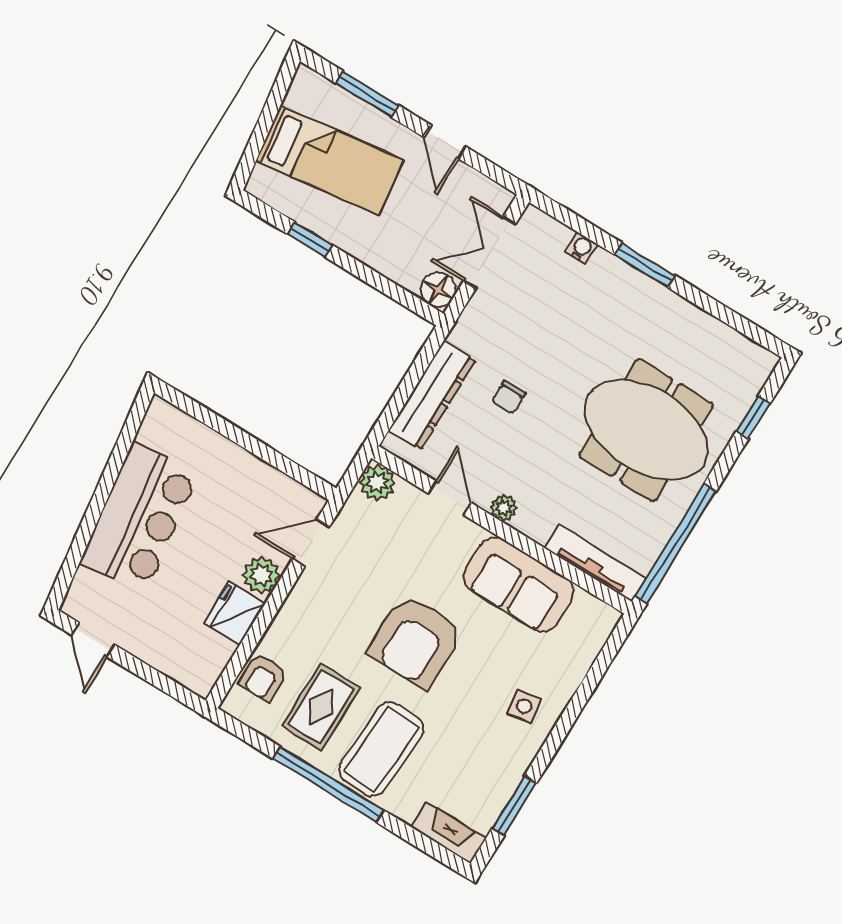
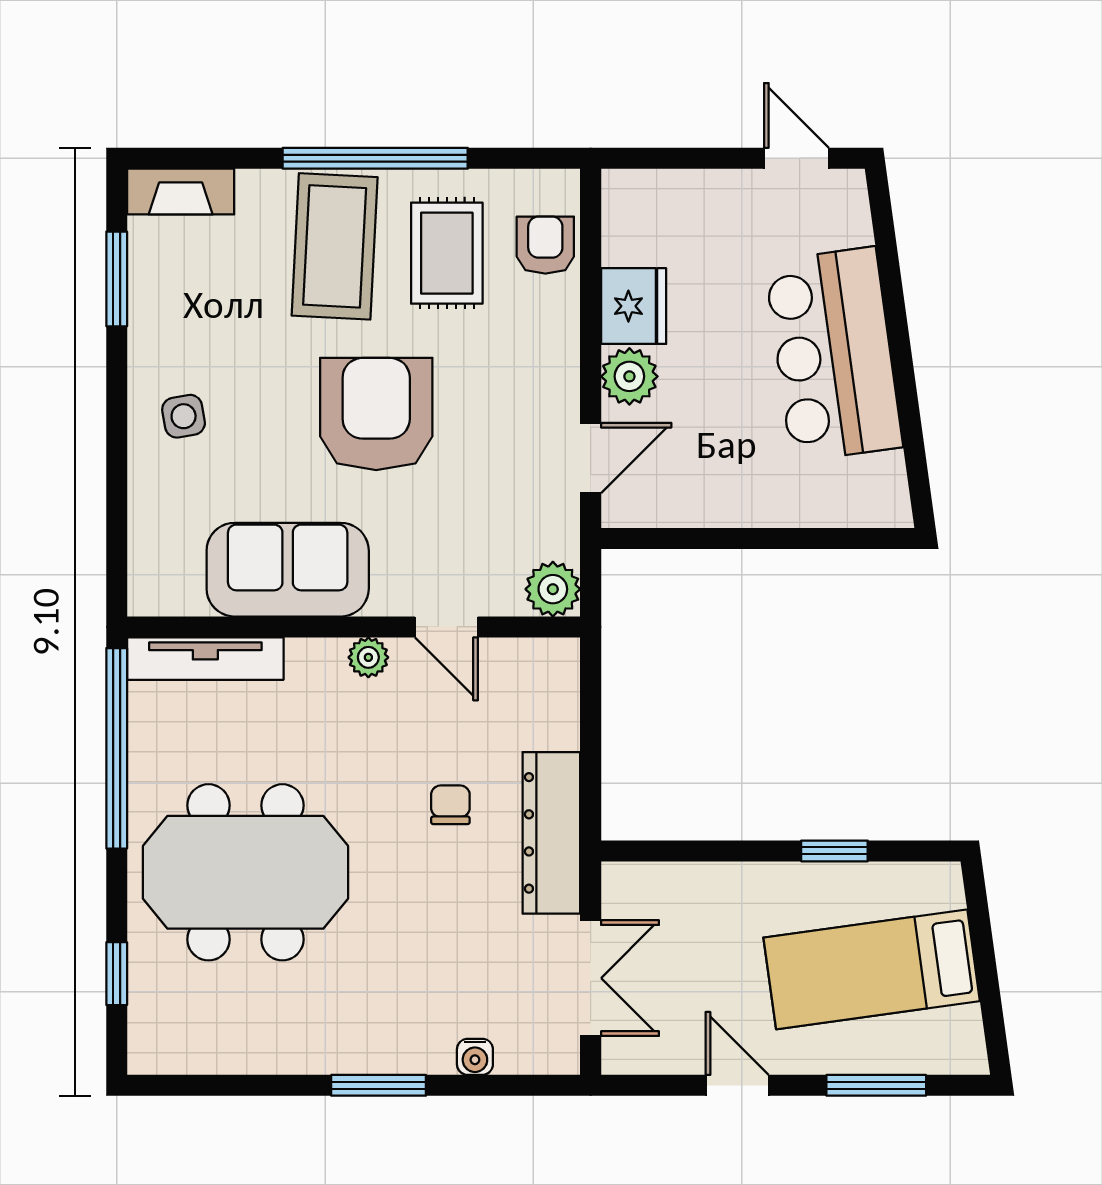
floor lamp: (438, 290) -> (628, 888), removed
dresser: (432, 395) -> (551, 833), moved

